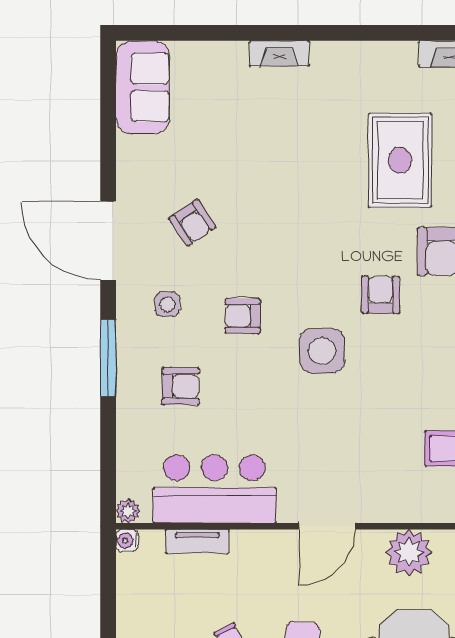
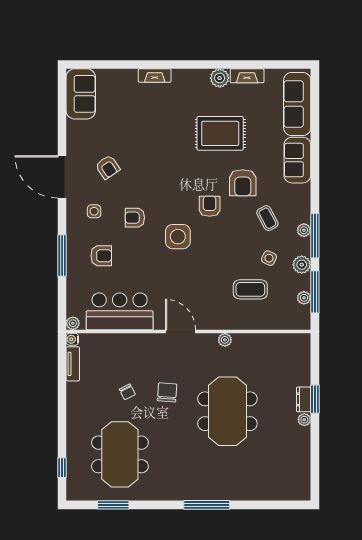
plant: (399, 58) -> (220, 78), added
rug: (400, 160) -> (220, 133), turned 90
window: (108, 358) -> (62, 256), moved
door: (327, 526) -> (181, 332), swing flipped
tv unit: (197, 541) -> (73, 364), moved, turned -90
plant: (409, 552) -> (225, 340), width x0.53, depth x0.53

